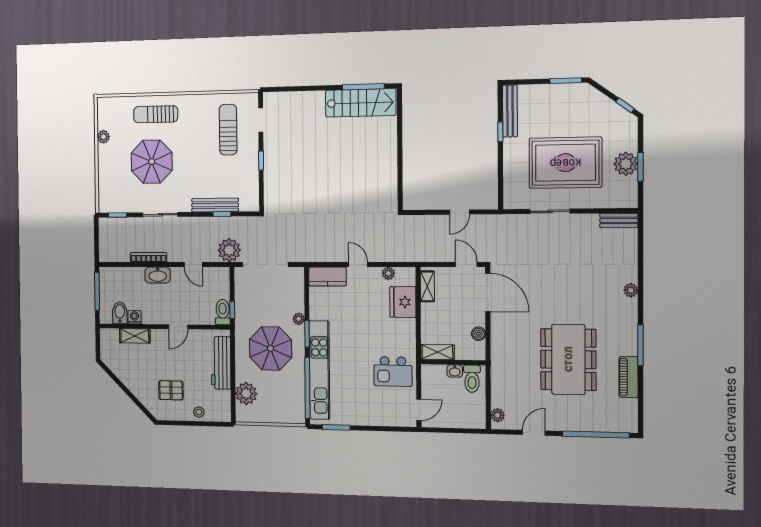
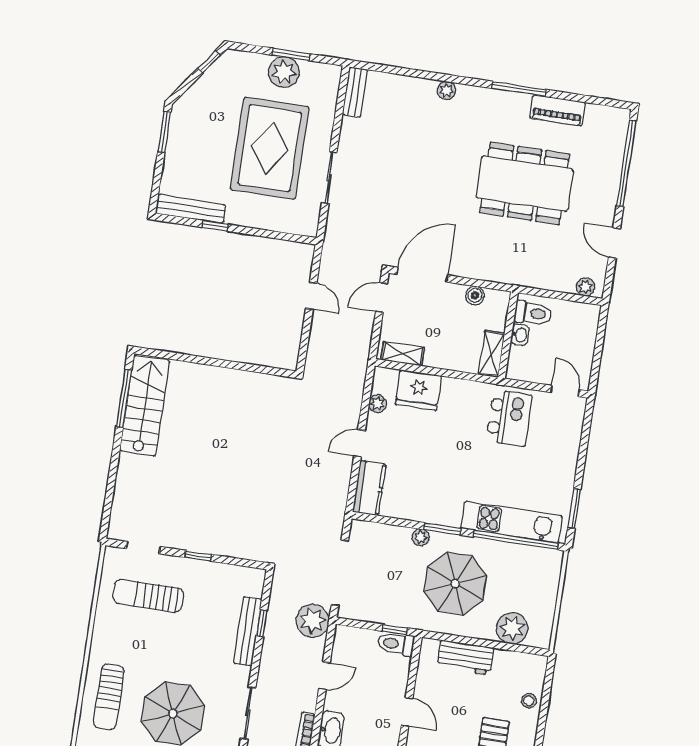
workbench: (221, 363) -> (465, 658), width x0.73
kitchen unit: (319, 370) -> (512, 522), width x0.73

